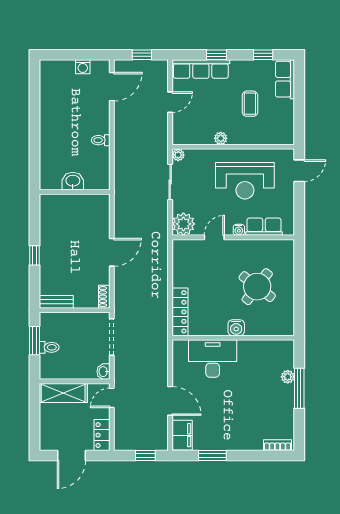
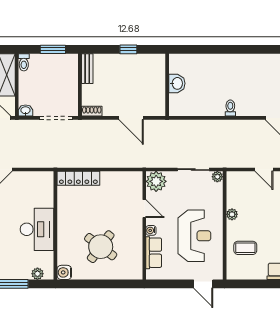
coffee table: (250, 104) -> (245, 248), moved
washbasin: (73, 181) -> (177, 83), moved
reception desk: (245, 181) -> (194, 236), turned 180
wall: (75, 192) -> (167, 85), moved
water cooler: (236, 328) -> (64, 272), moved
toilet: (49, 347) -> (24, 62), moved
desk: (213, 359) -> (37, 229), moved
plant: (288, 377) -> (37, 274), moved

